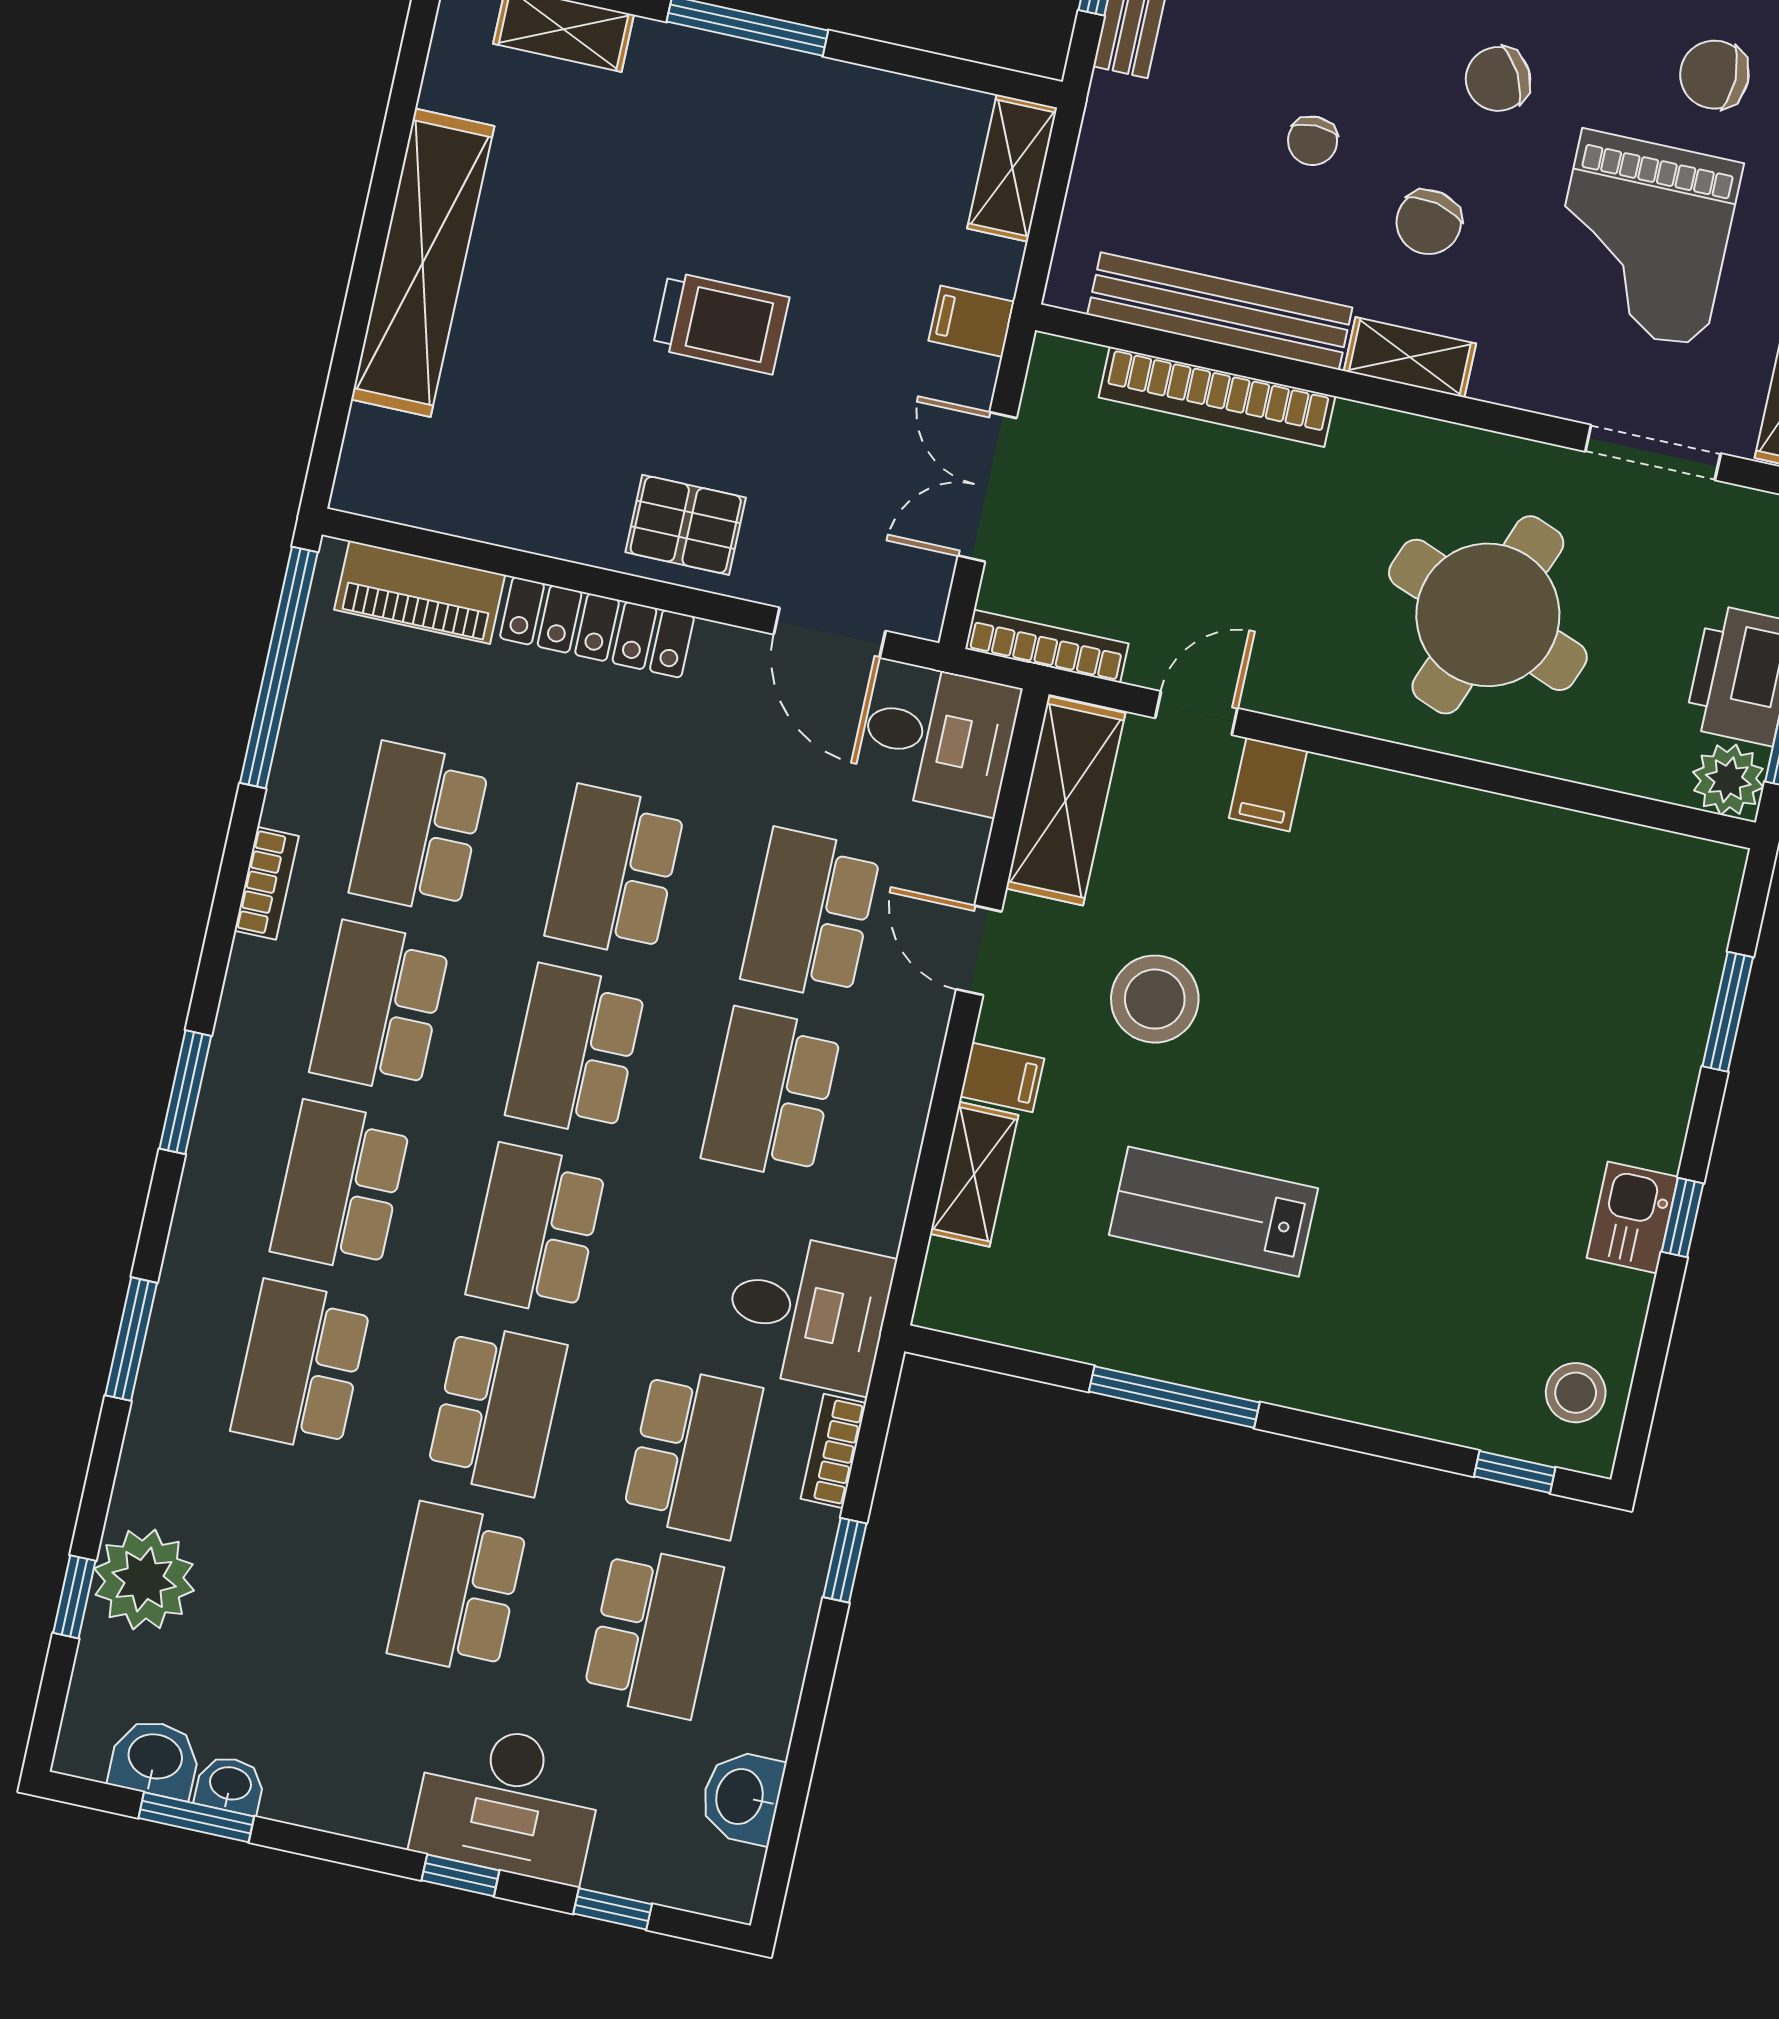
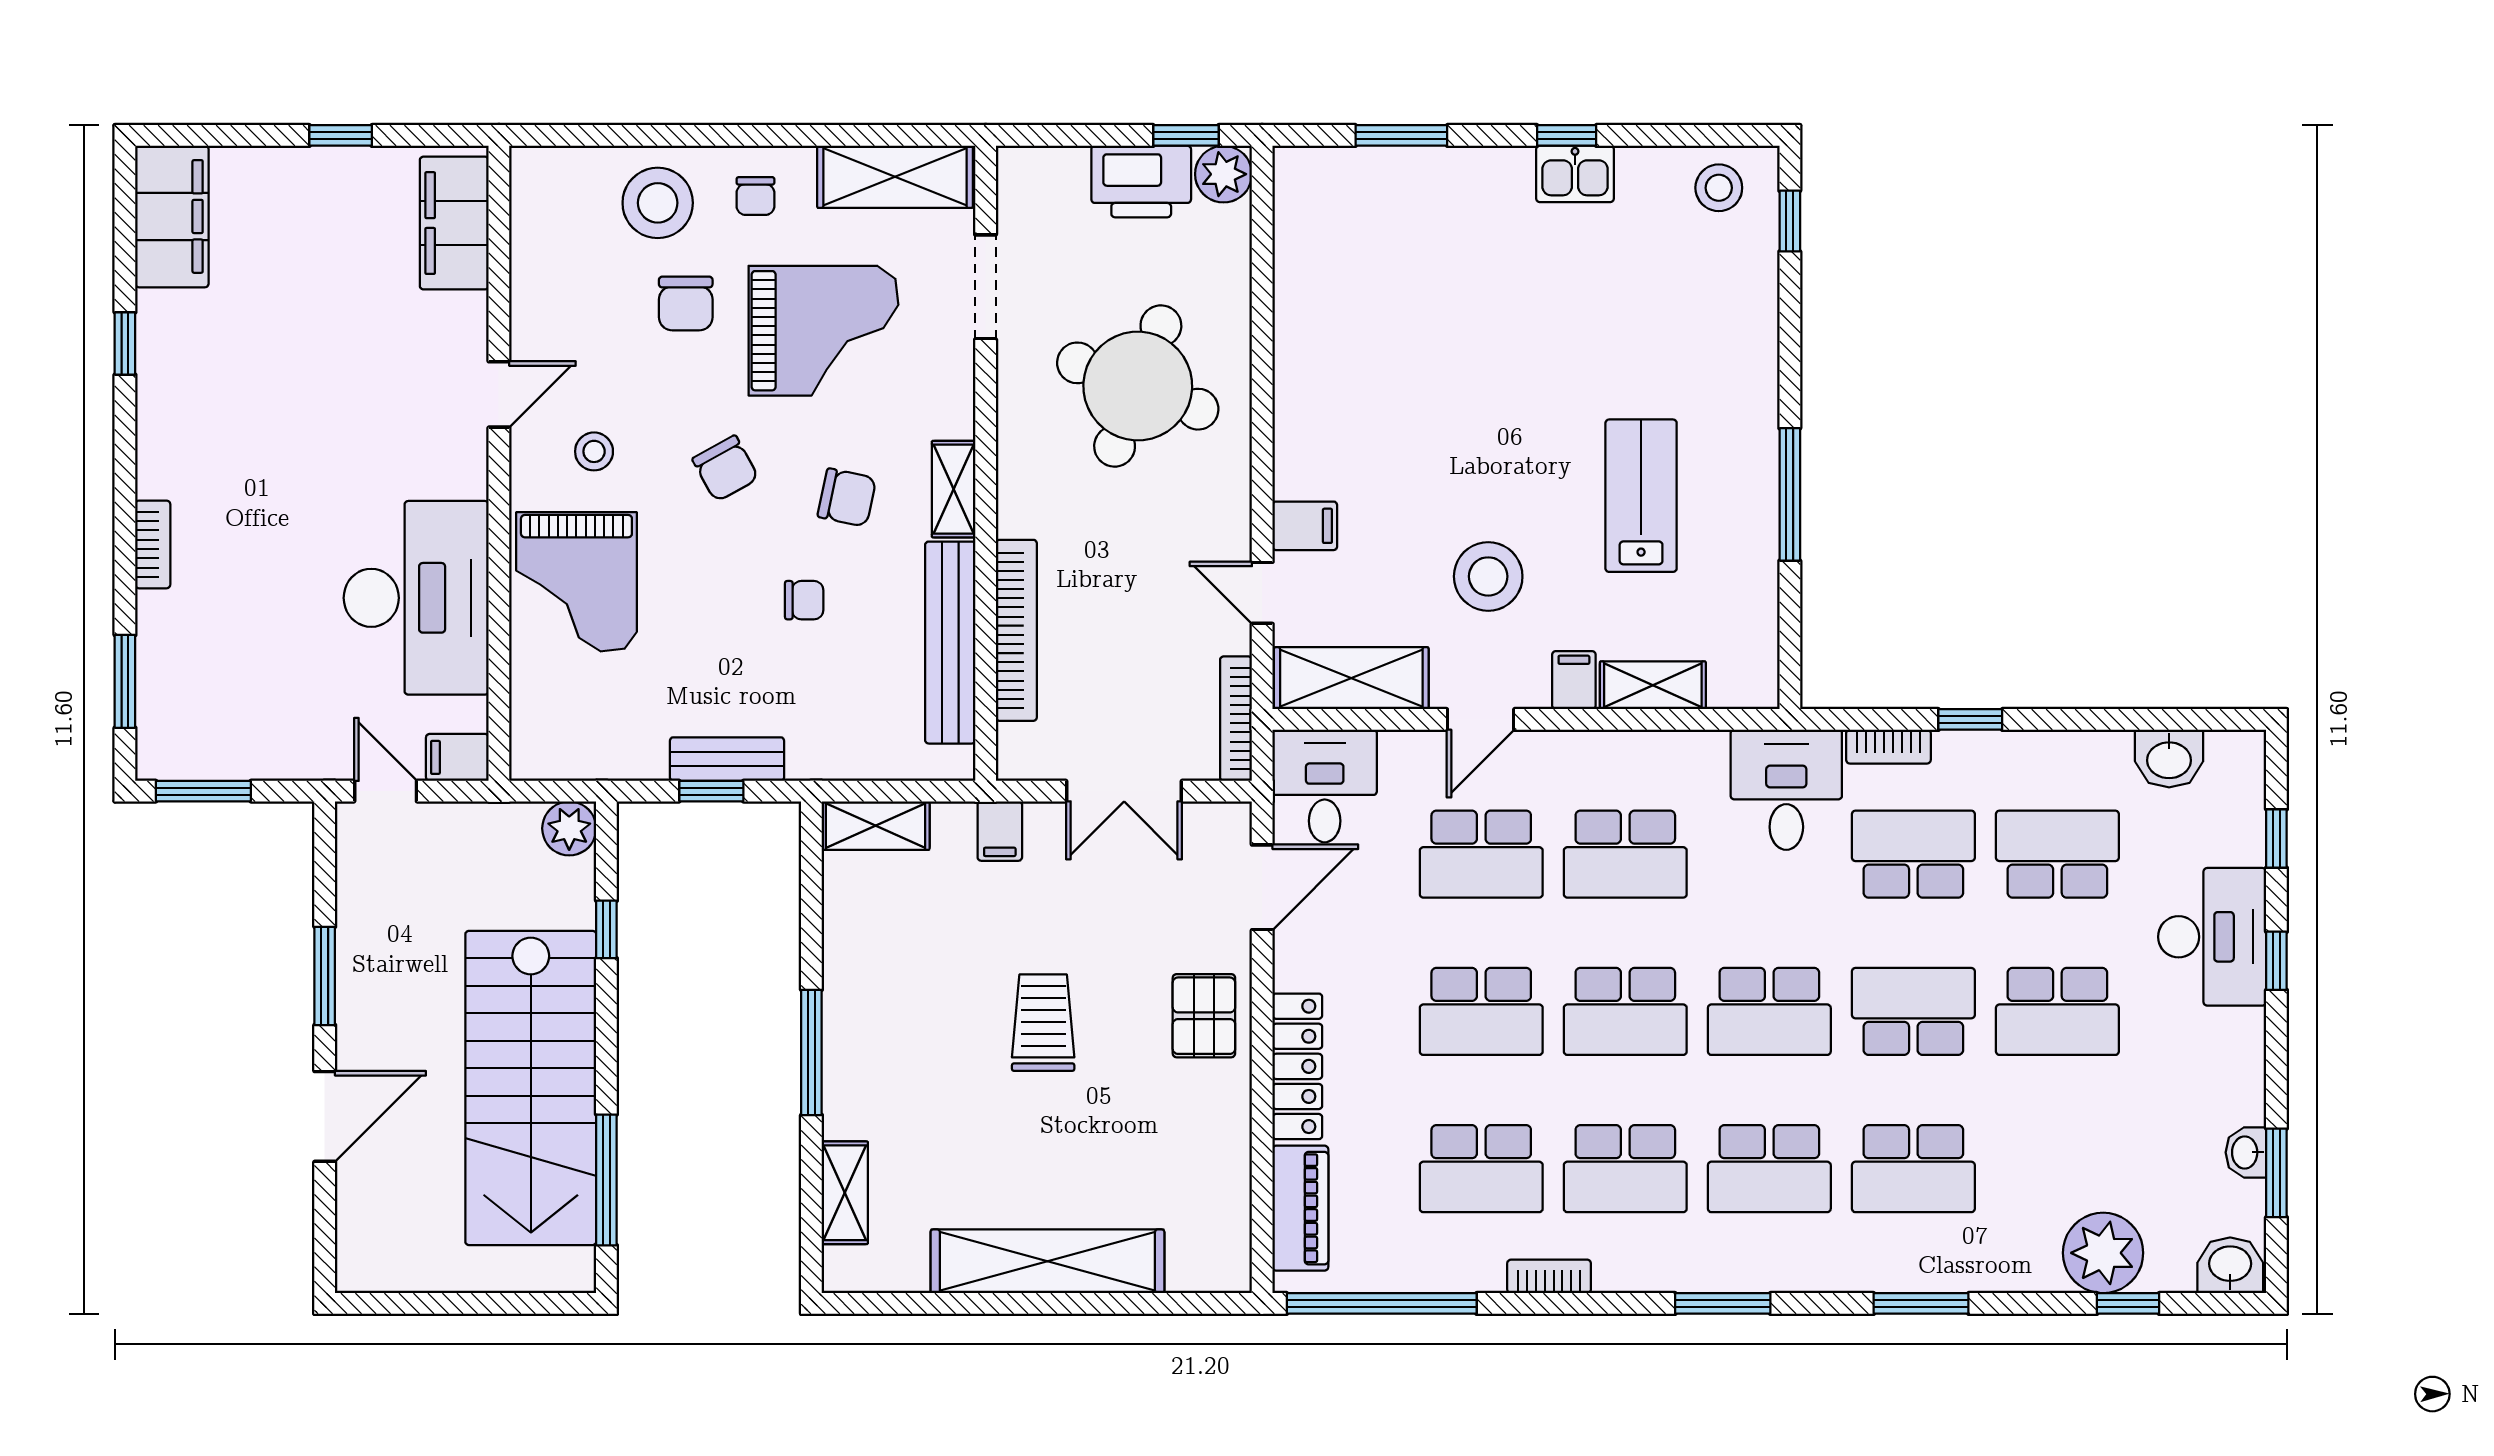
lab bench: (1213, 1212) -> (1641, 496), turned 180
washbasin: (155, 1759) -> (2230, 1265), moved, turned 90

